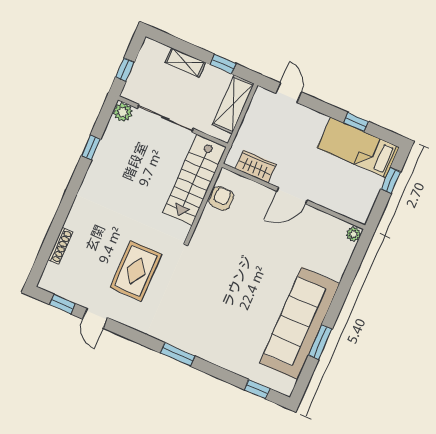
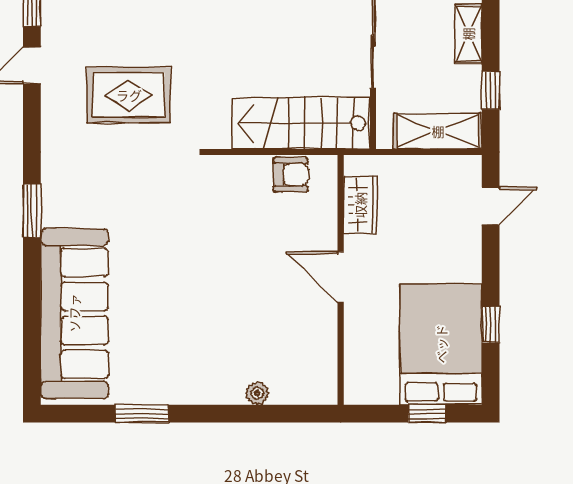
bed: (358, 147) -> (441, 344), width x1.50
plant: (354, 234) -> (257, 393), moved
sofa: (300, 323) -> (74, 313), moved, turned 90
window: (257, 389) -> (32, 350), removed

